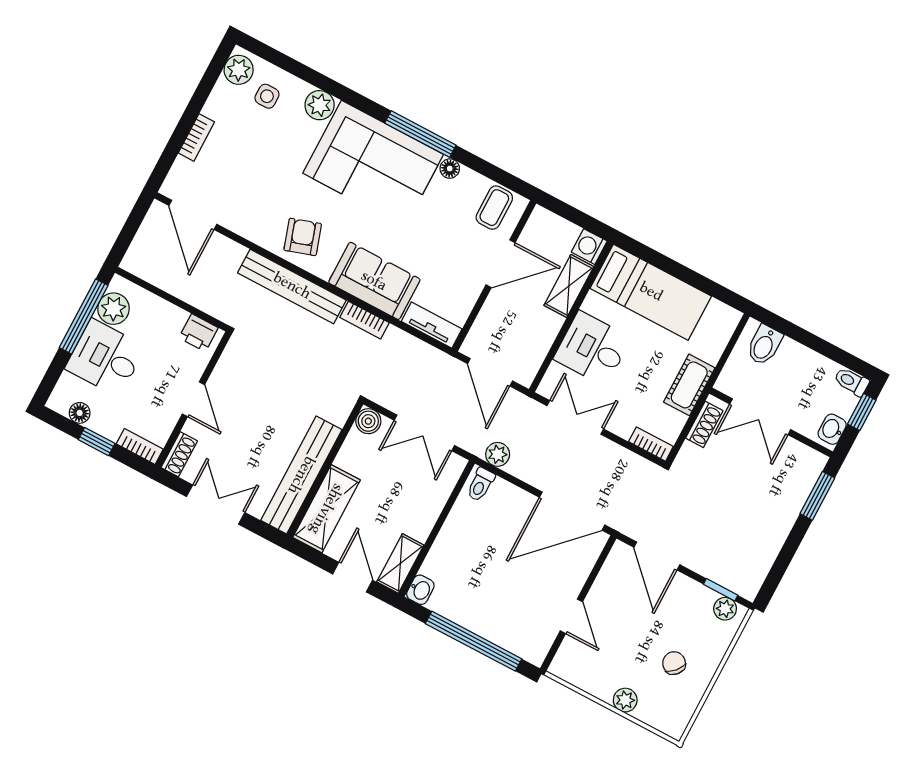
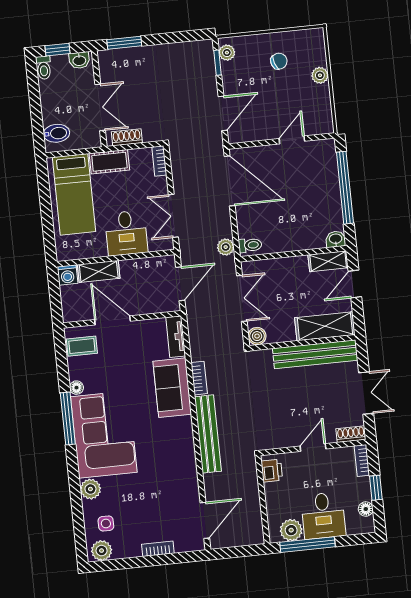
armchair: (303, 237) -> (175, 447), removed
bed: (651, 292) -> (74, 194), moved, turned 180
double door: (216, 505) -> (366, 393), swing flipped
chair: (674, 663) -> (279, 61), turned -151

